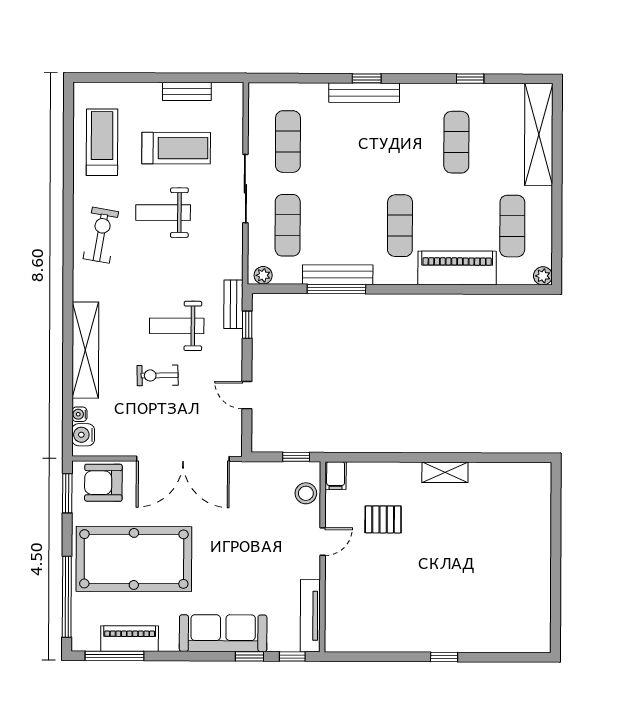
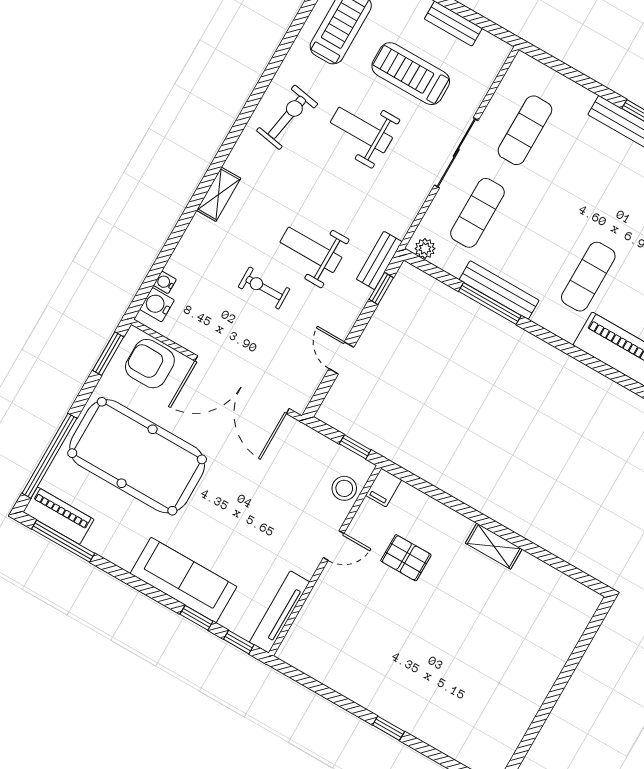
treadmill: (176, 148) -> (411, 74), turned 180
shelving: (85, 350) -> (219, 194), width x0.45, depth x0.75
piano: (130, 639) -> (59, 516), moved

